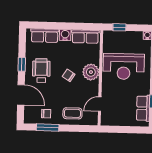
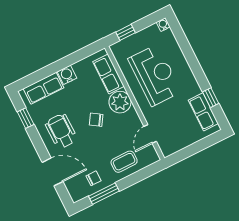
row of seats: (85, 36) -> (108, 74), moved, turned 90
window: (22, 64) -> (26, 118), moved
reception desk: (124, 66) -> (155, 75), turned -90

